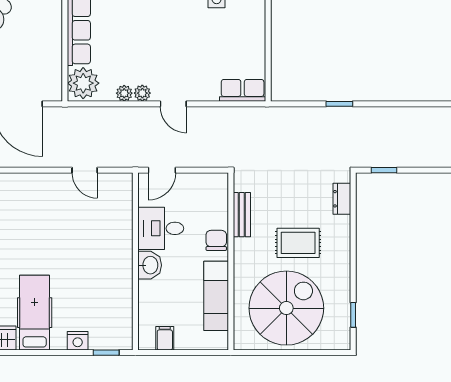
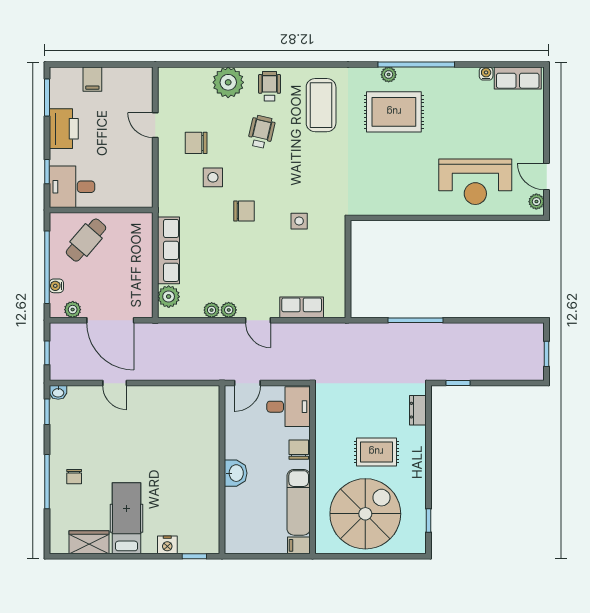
plant: (83, 83) -> (169, 297), width x0.73, depth x0.73
row of seats: (243, 90) -> (302, 307), moved
window: (339, 104) -> (416, 320), width x2.17
door: (85, 170) -> (115, 383), moved
bench: (242, 215) -> (323, 425), removed
desk: (161, 228) -> (289, 407), moved, turned 180
filing cabinet: (165, 338) -> (299, 545), moved, turned -90

